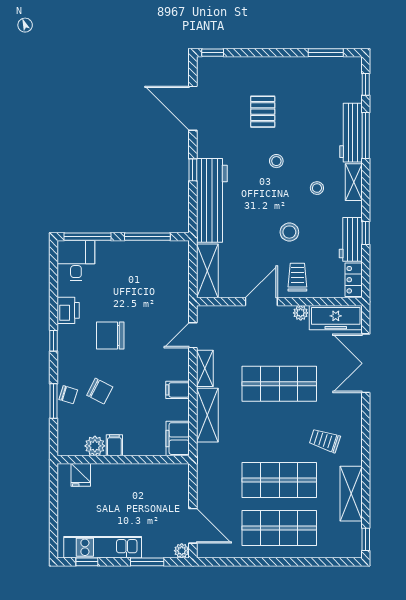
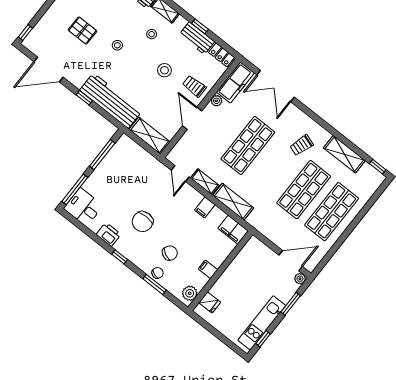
plant: (95, 446) -> (190, 293), moved

